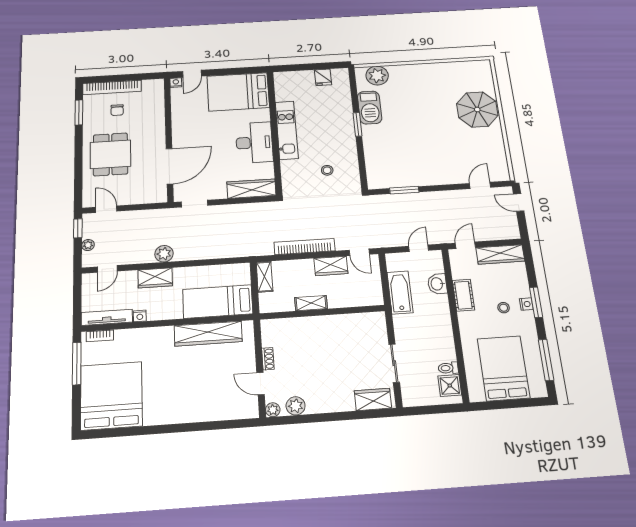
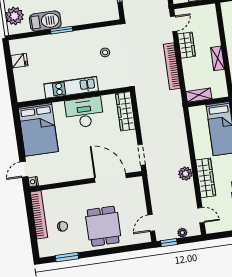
door: (192, 74) -> (24, 169), swing flipped
bookcase: (112, 87) -> (39, 215), moved
dining table: (110, 154) -> (103, 226), turned 90
wardrobe: (155, 278) -> (206, 178), width x1.50

